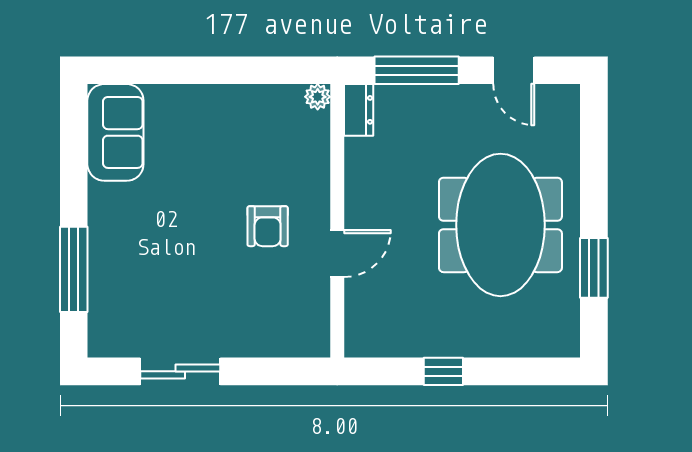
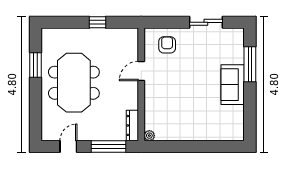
door: (514, 70) -> (68, 146), hinge flipped
dresser: (359, 110) -> (132, 125), width x1.44
sofa: (115, 132) -> (233, 85), moved
armchair: (268, 226) -> (167, 45), moved

